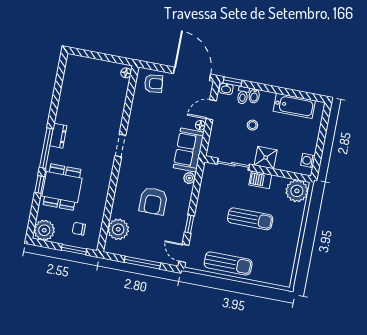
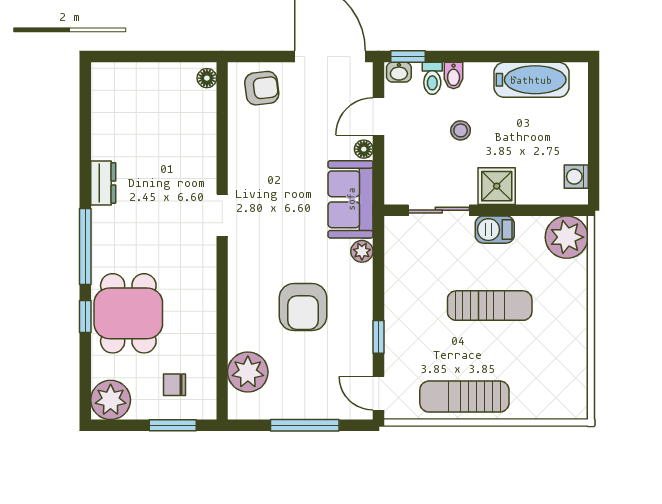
dresser: (58, 136) -> (103, 183), moved
sun lounger: (228, 263) -> (464, 397), turned 180

